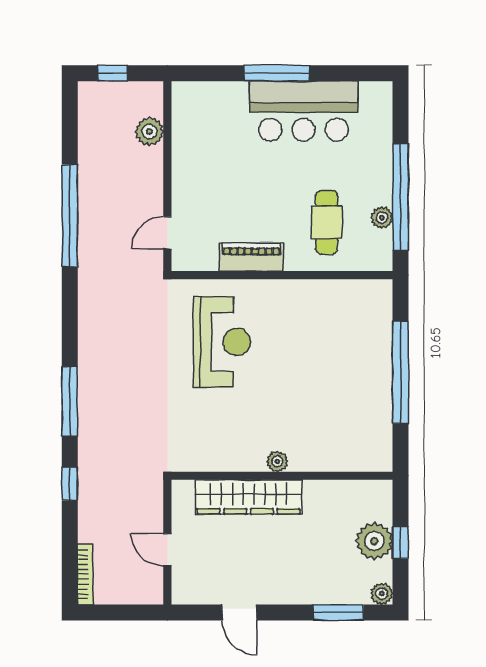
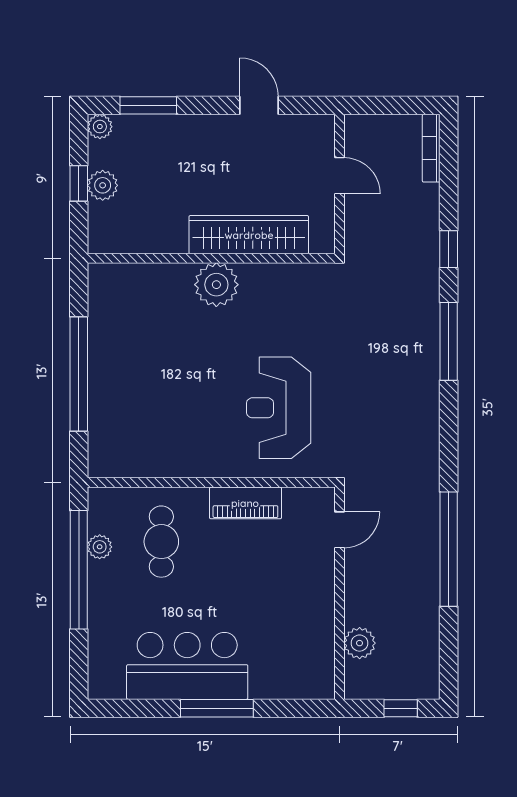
plant: (277, 461) -> (216, 285), width x1.87, depth x1.87
plant: (374, 541) -> (103, 185), width x0.73, depth x0.73

